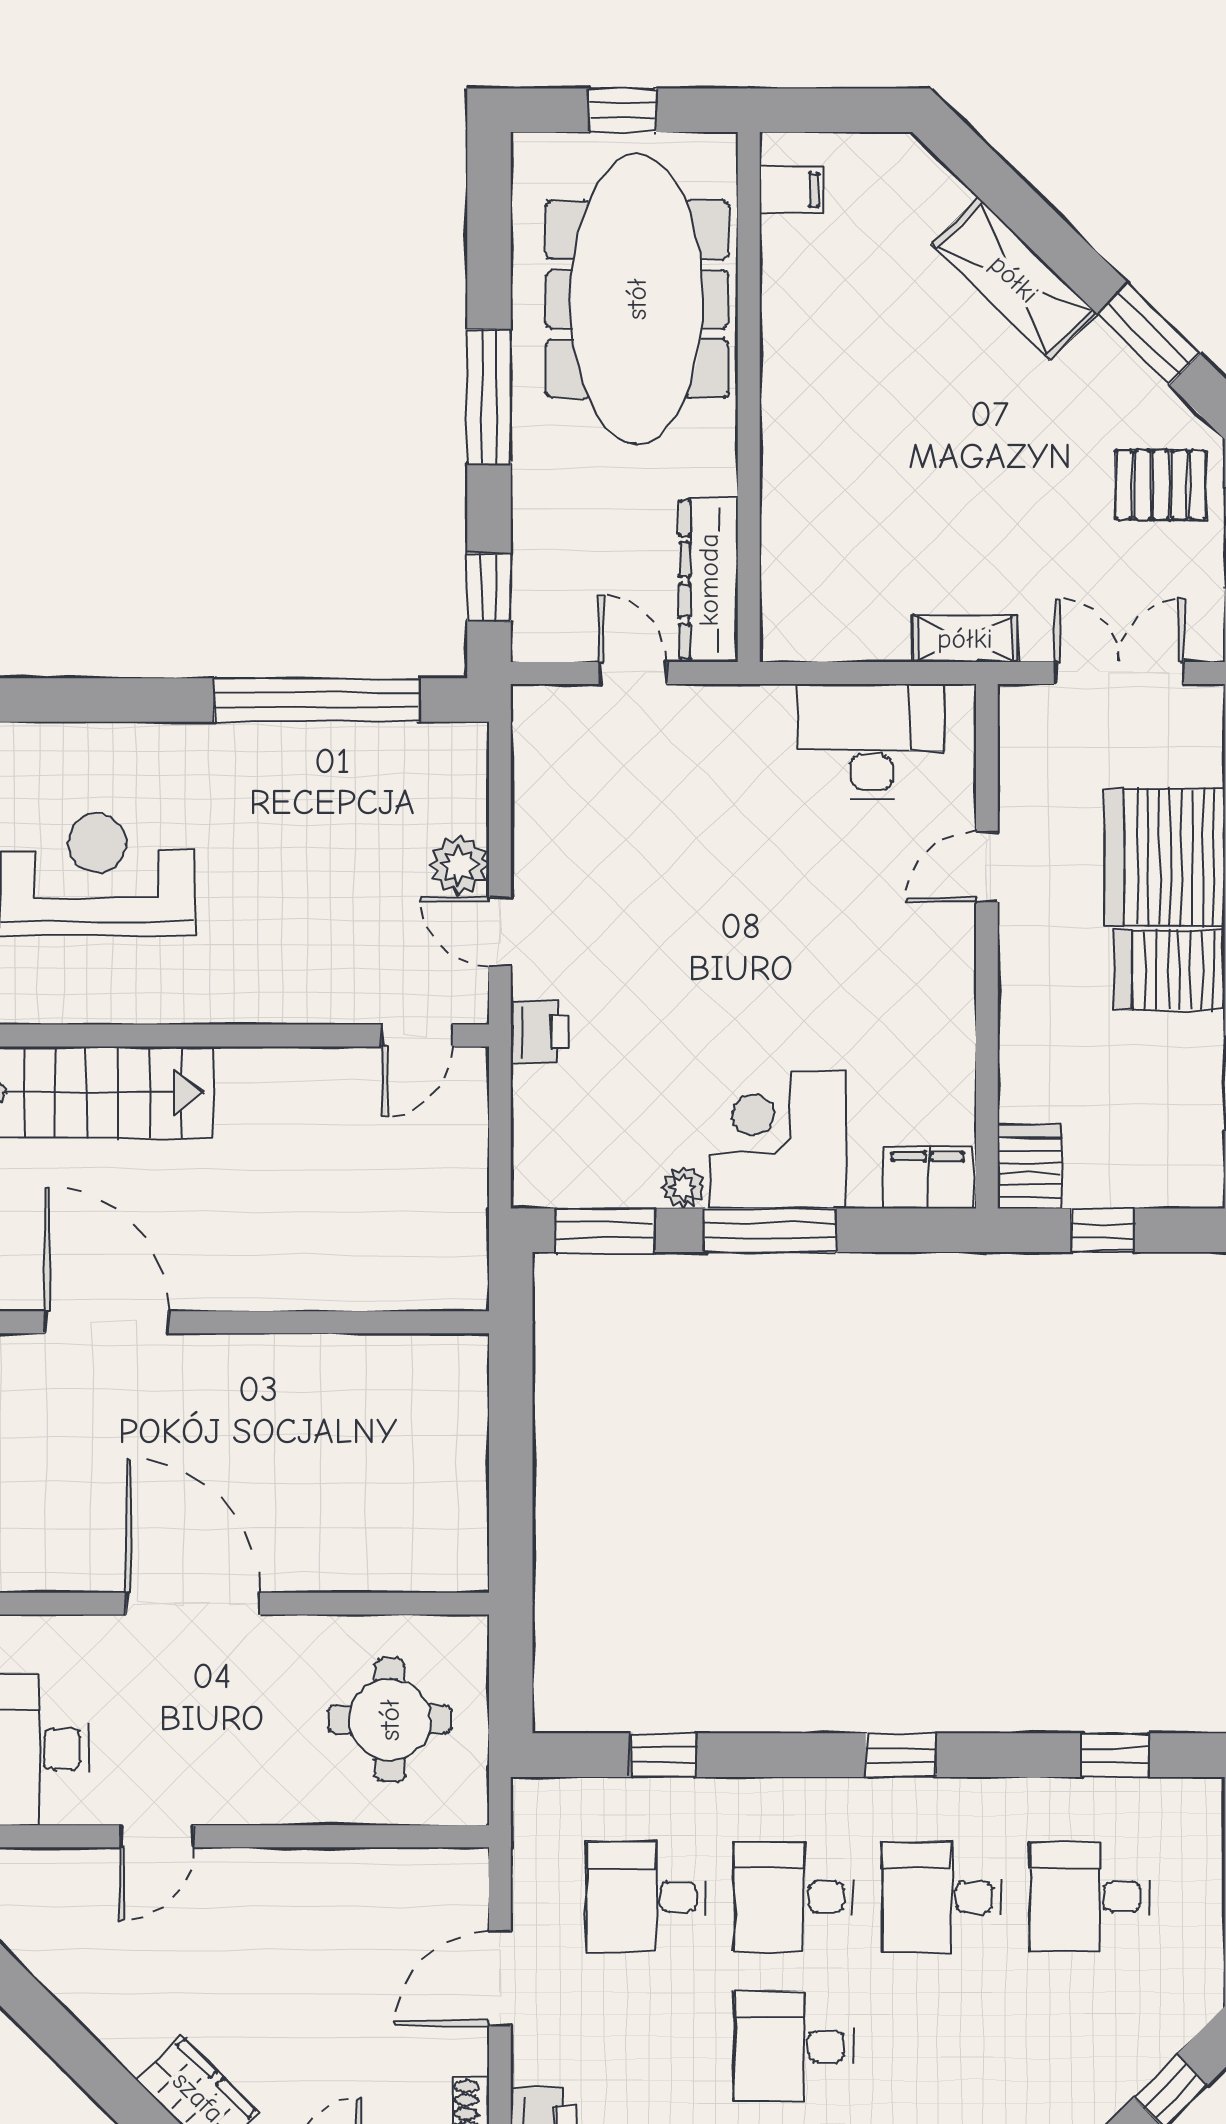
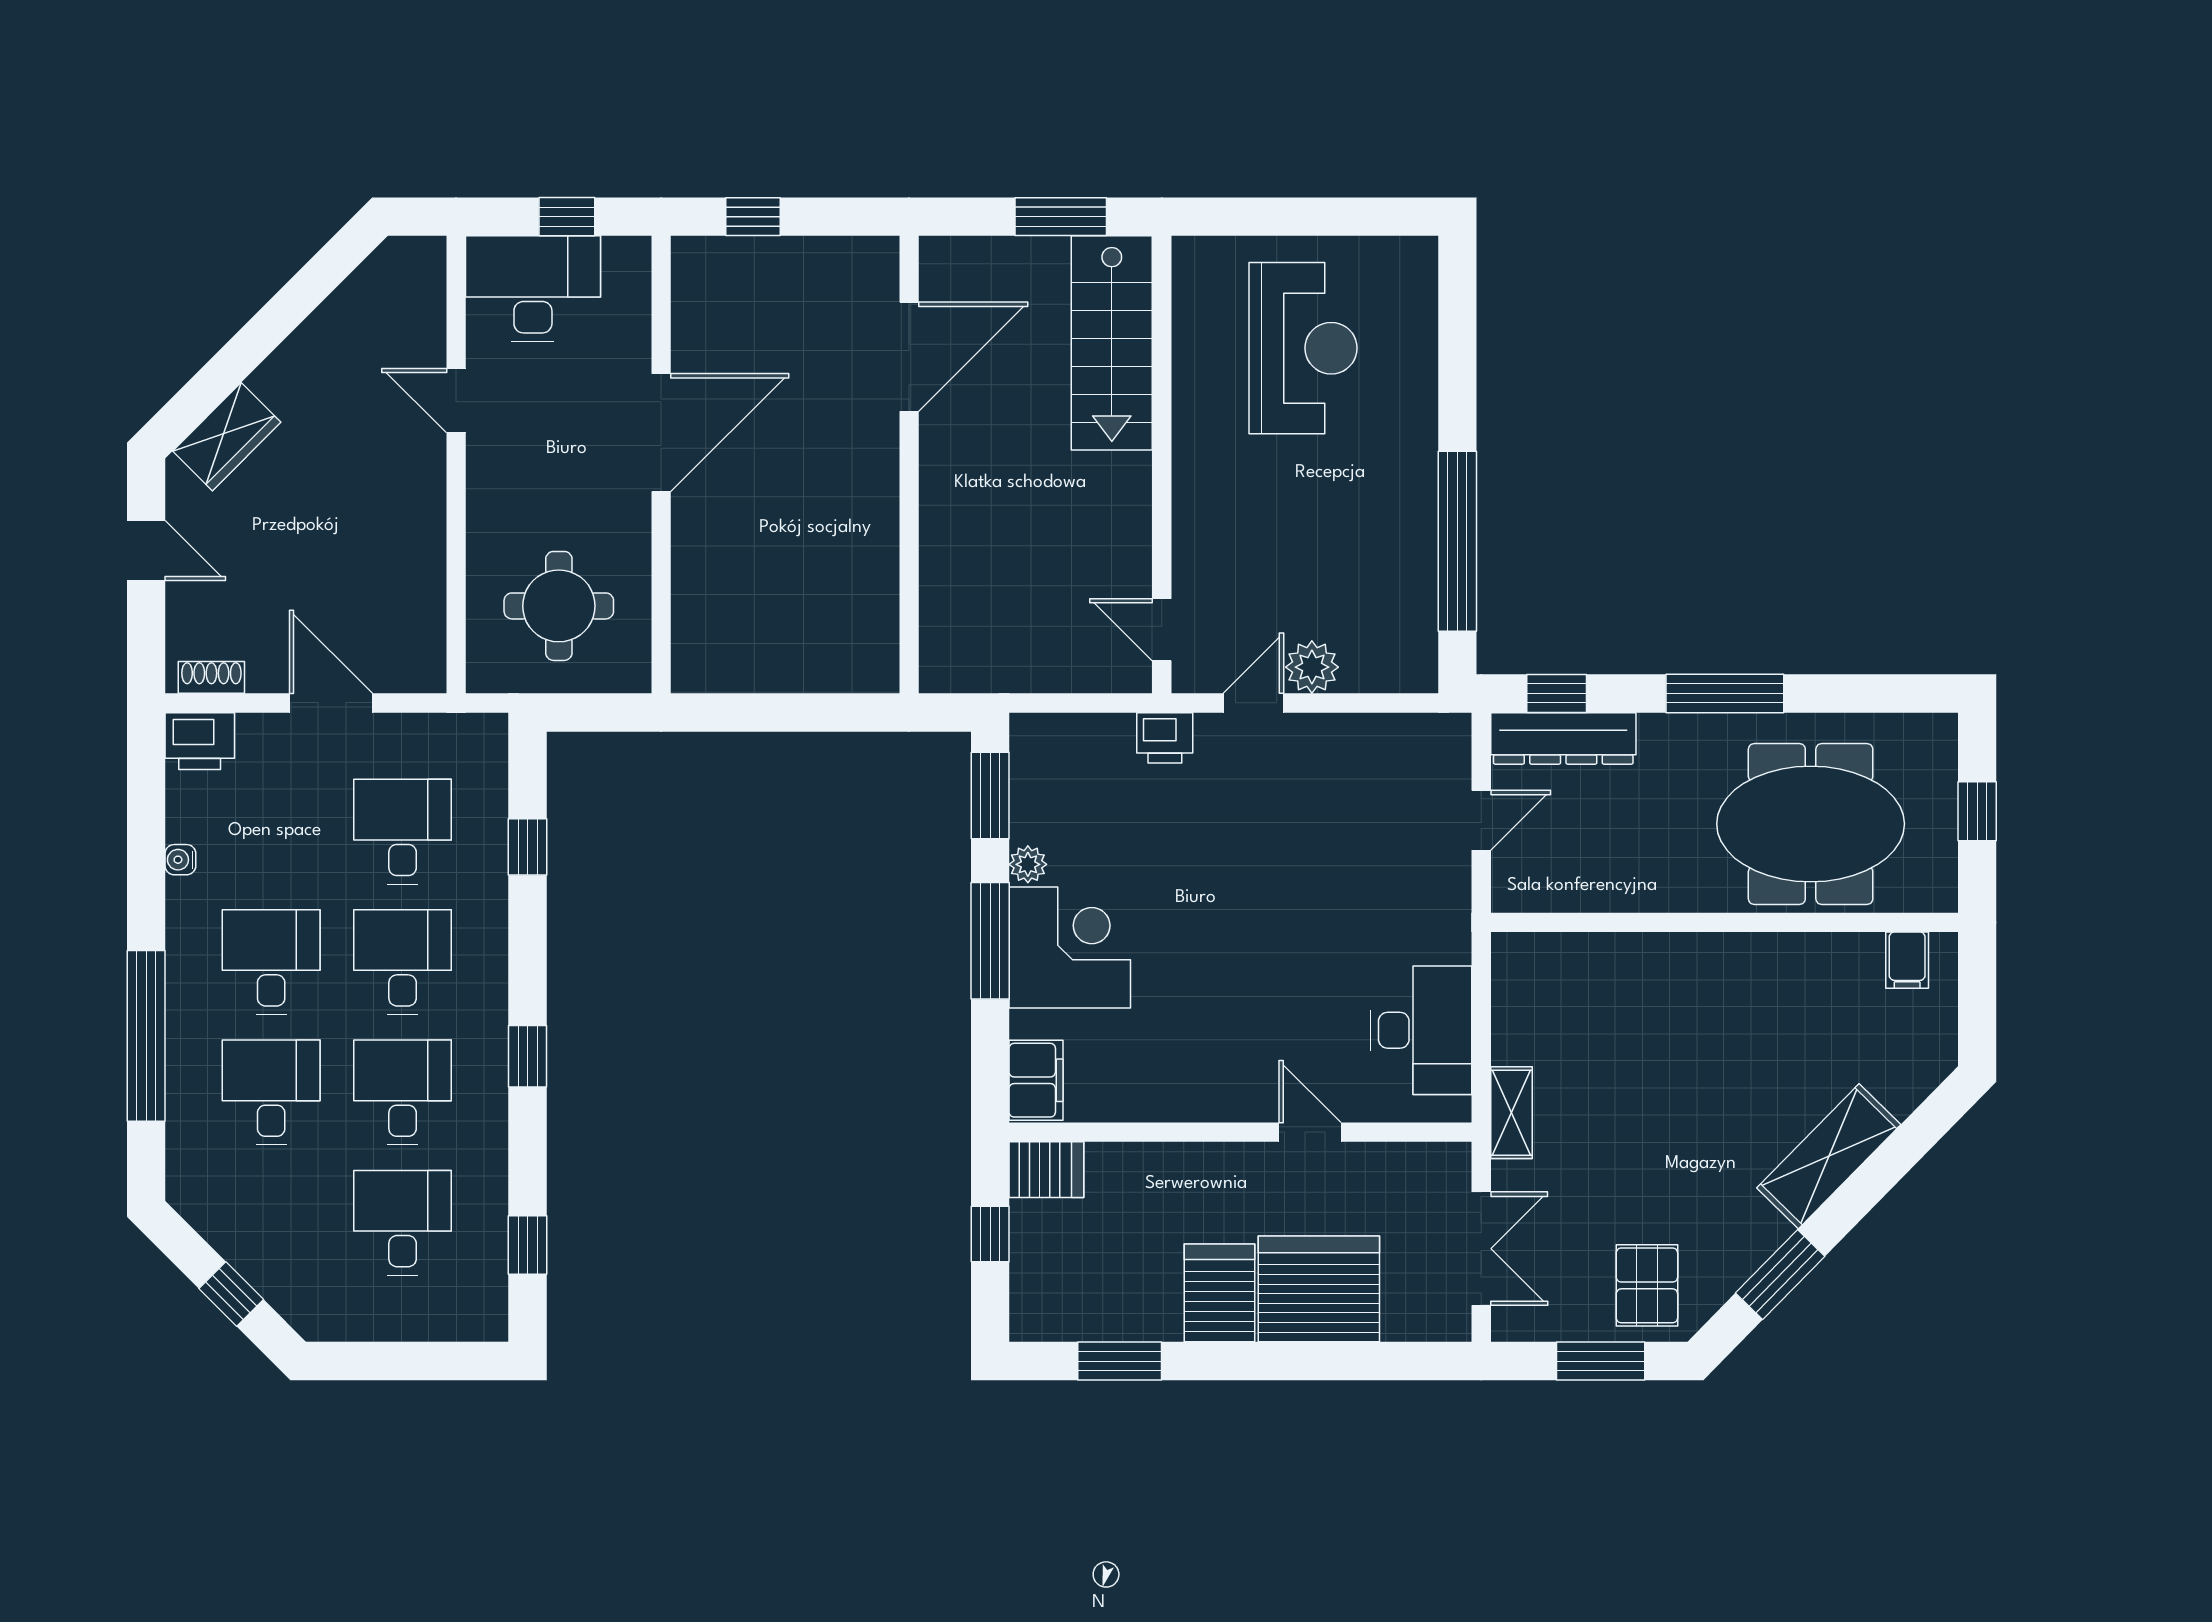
meeting table: (637, 299) -> (1811, 824), width x0.73
dresser: (709, 580) -> (1563, 738), moved, turned 180
desk: (942, 2046) -> (271, 1092), added

